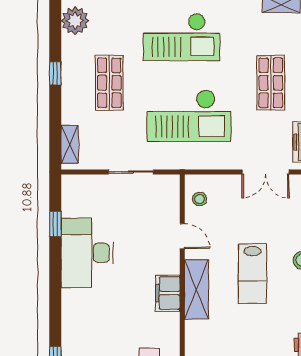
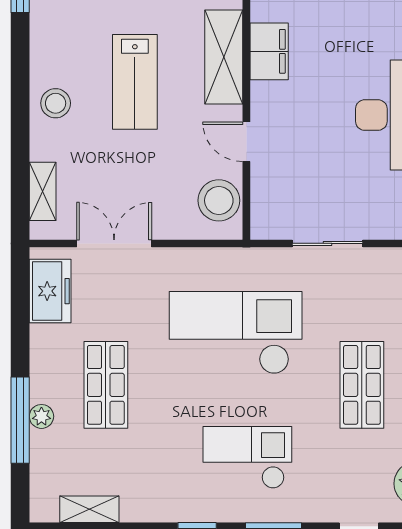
checkout: (182, 37) -> (247, 458), width x0.73, depth x0.83
stool: (200, 199) -> (219, 200), width x1.89, depth x1.89
lab bench: (252, 274) -> (135, 82), turned 180

